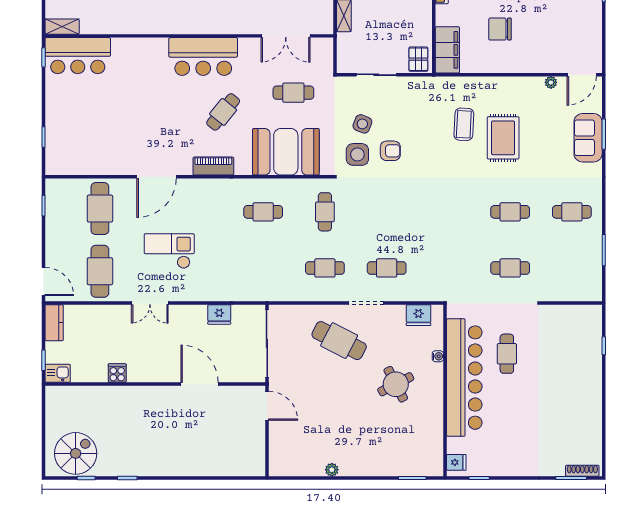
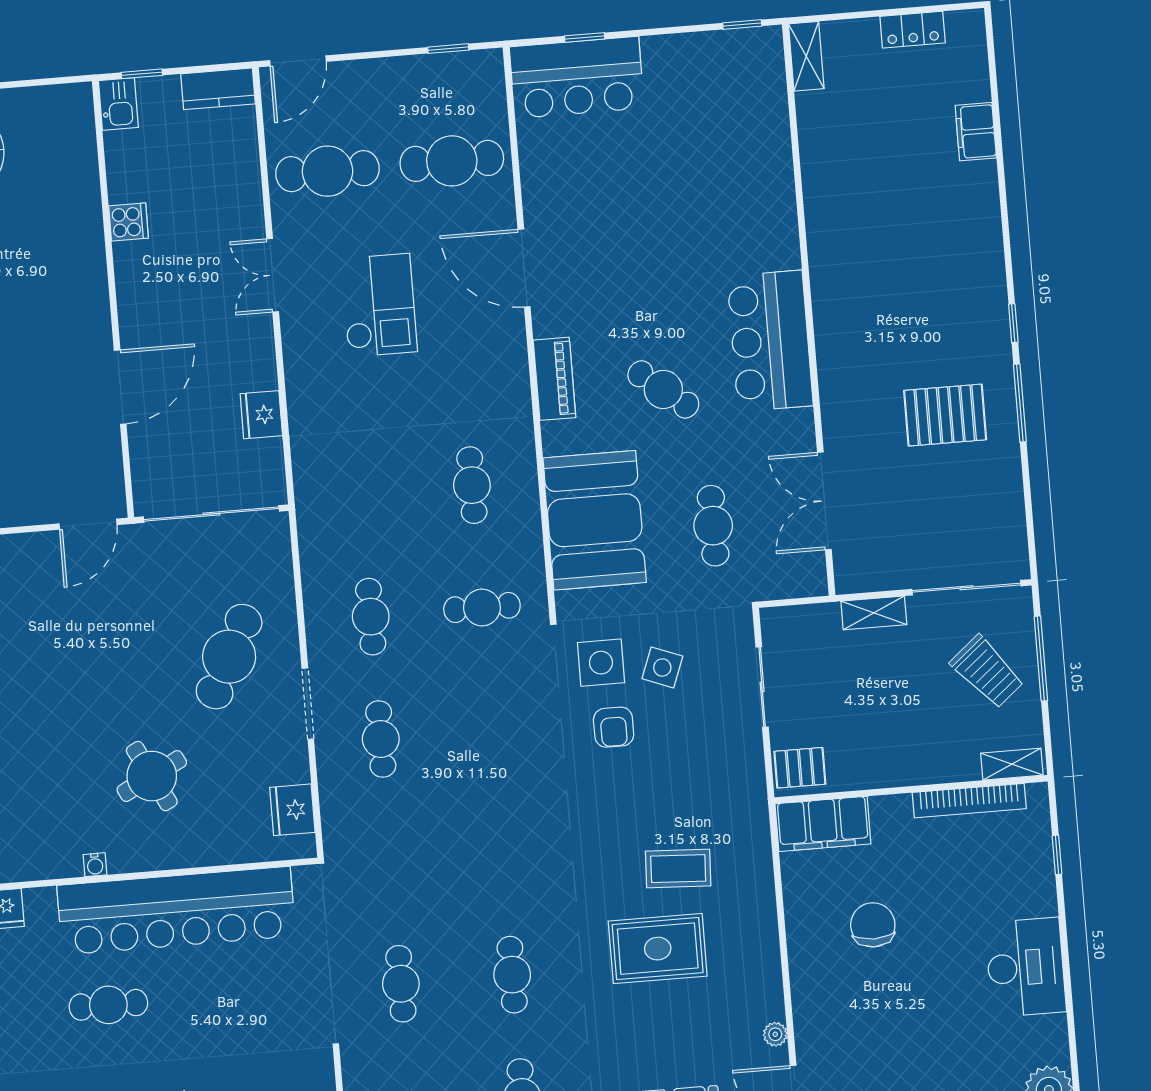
bar counter: (78, 56) -> (577, 77), moved, turned -90
cafe table: (507, 354) -> (108, 1005), moved
water cooler: (438, 356) -> (95, 865), moved

